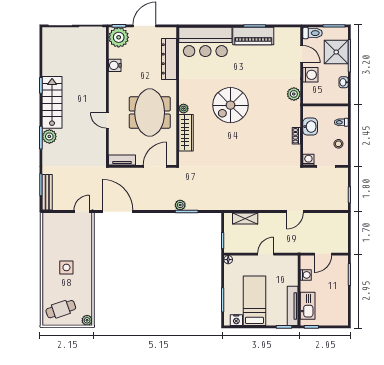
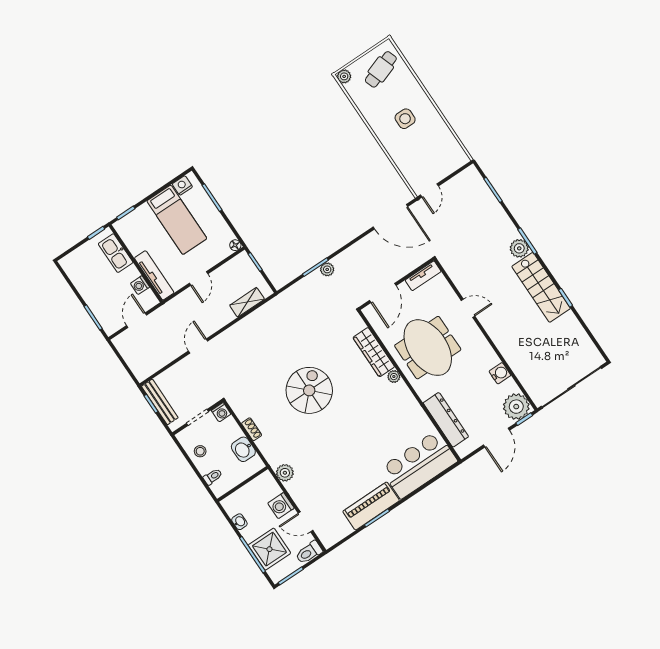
spiral stairs: (230, 105) -> (309, 390), moved
bench: (47, 192) -> (160, 402), moved
tv unit: (293, 306) -> (154, 275), moved

